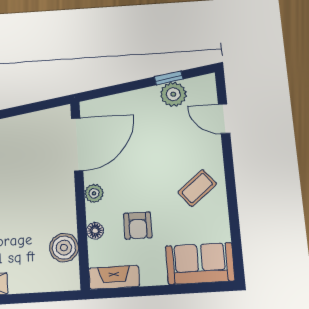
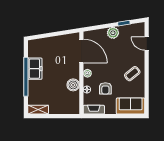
plant: (173, 94) -> (113, 33), moved
door: (77, 144) -> (81, 51), hinge flipped
boiler: (64, 248) -> (73, 85), moved

